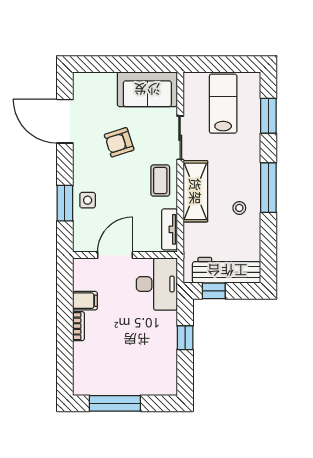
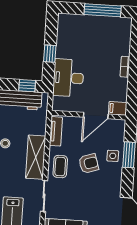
armchair: (119, 142) -> (89, 164), moved
desk: (157, 284) -> (68, 78), moved
filing cabinet: (85, 301) -> (118, 108), moved

